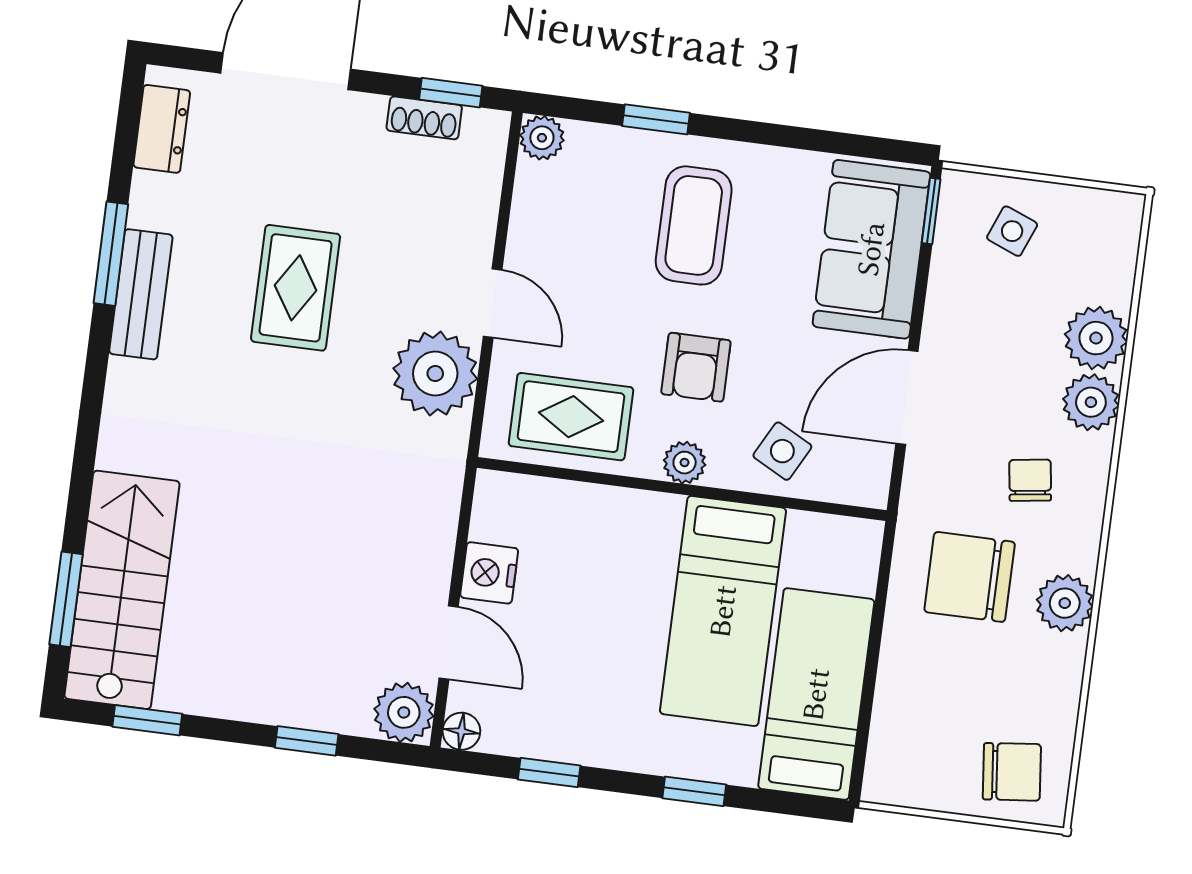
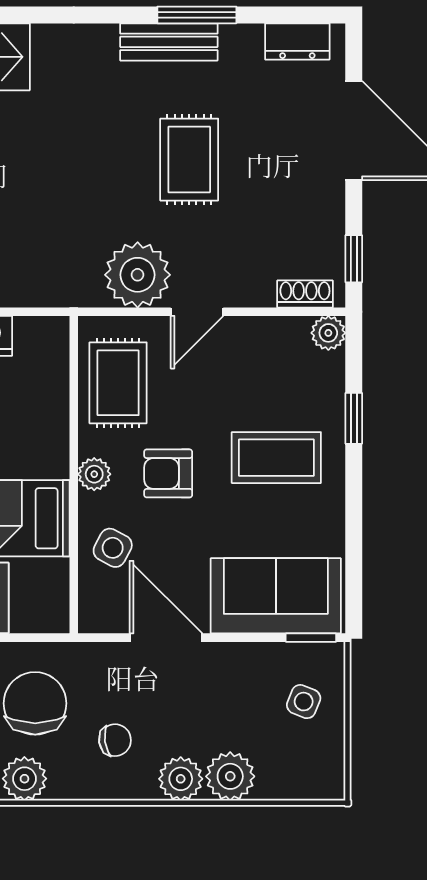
shoe rack: (424, 118) -> (305, 294), moved, turned 90
rug: (296, 288) -> (189, 160), turned 90

